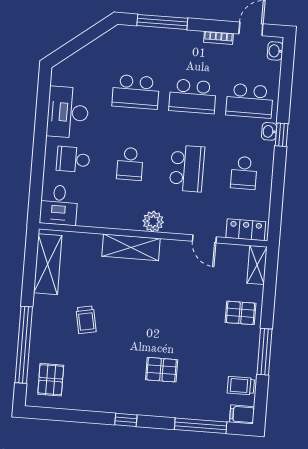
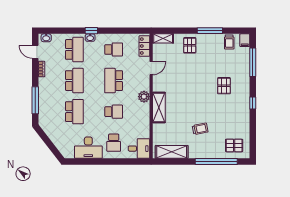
school desk: (187, 168) -> (114, 81), turned -90

